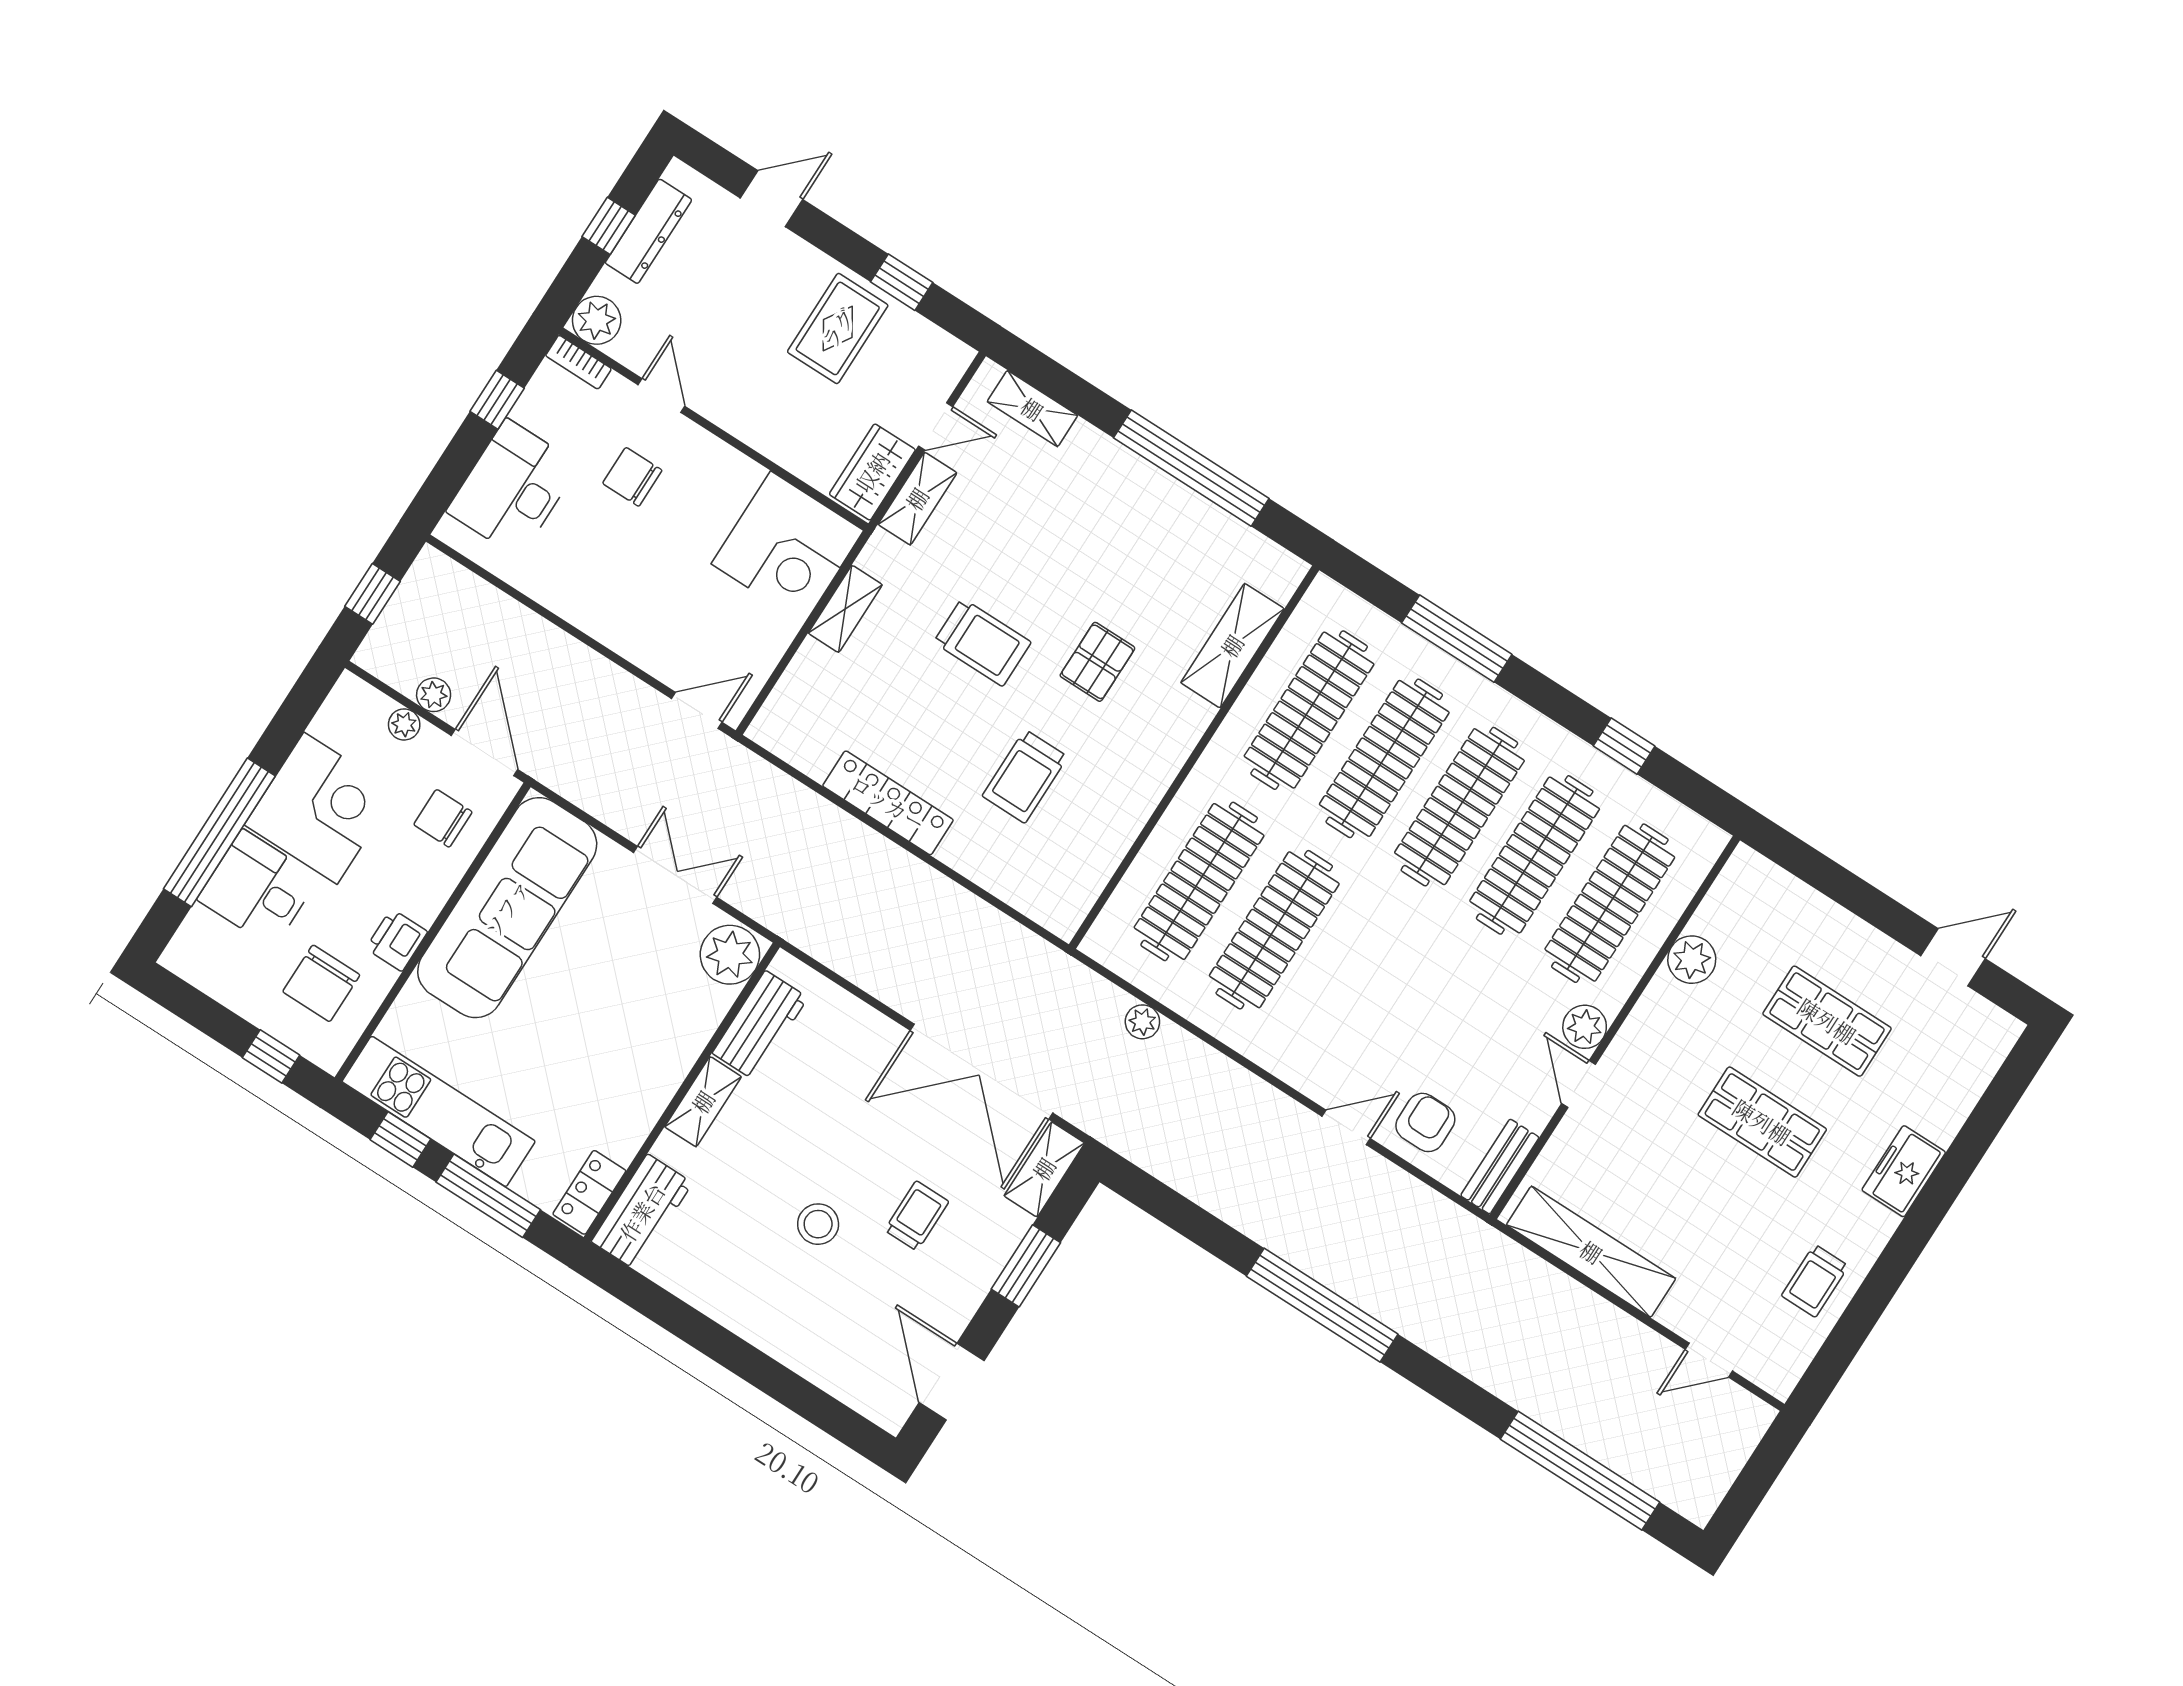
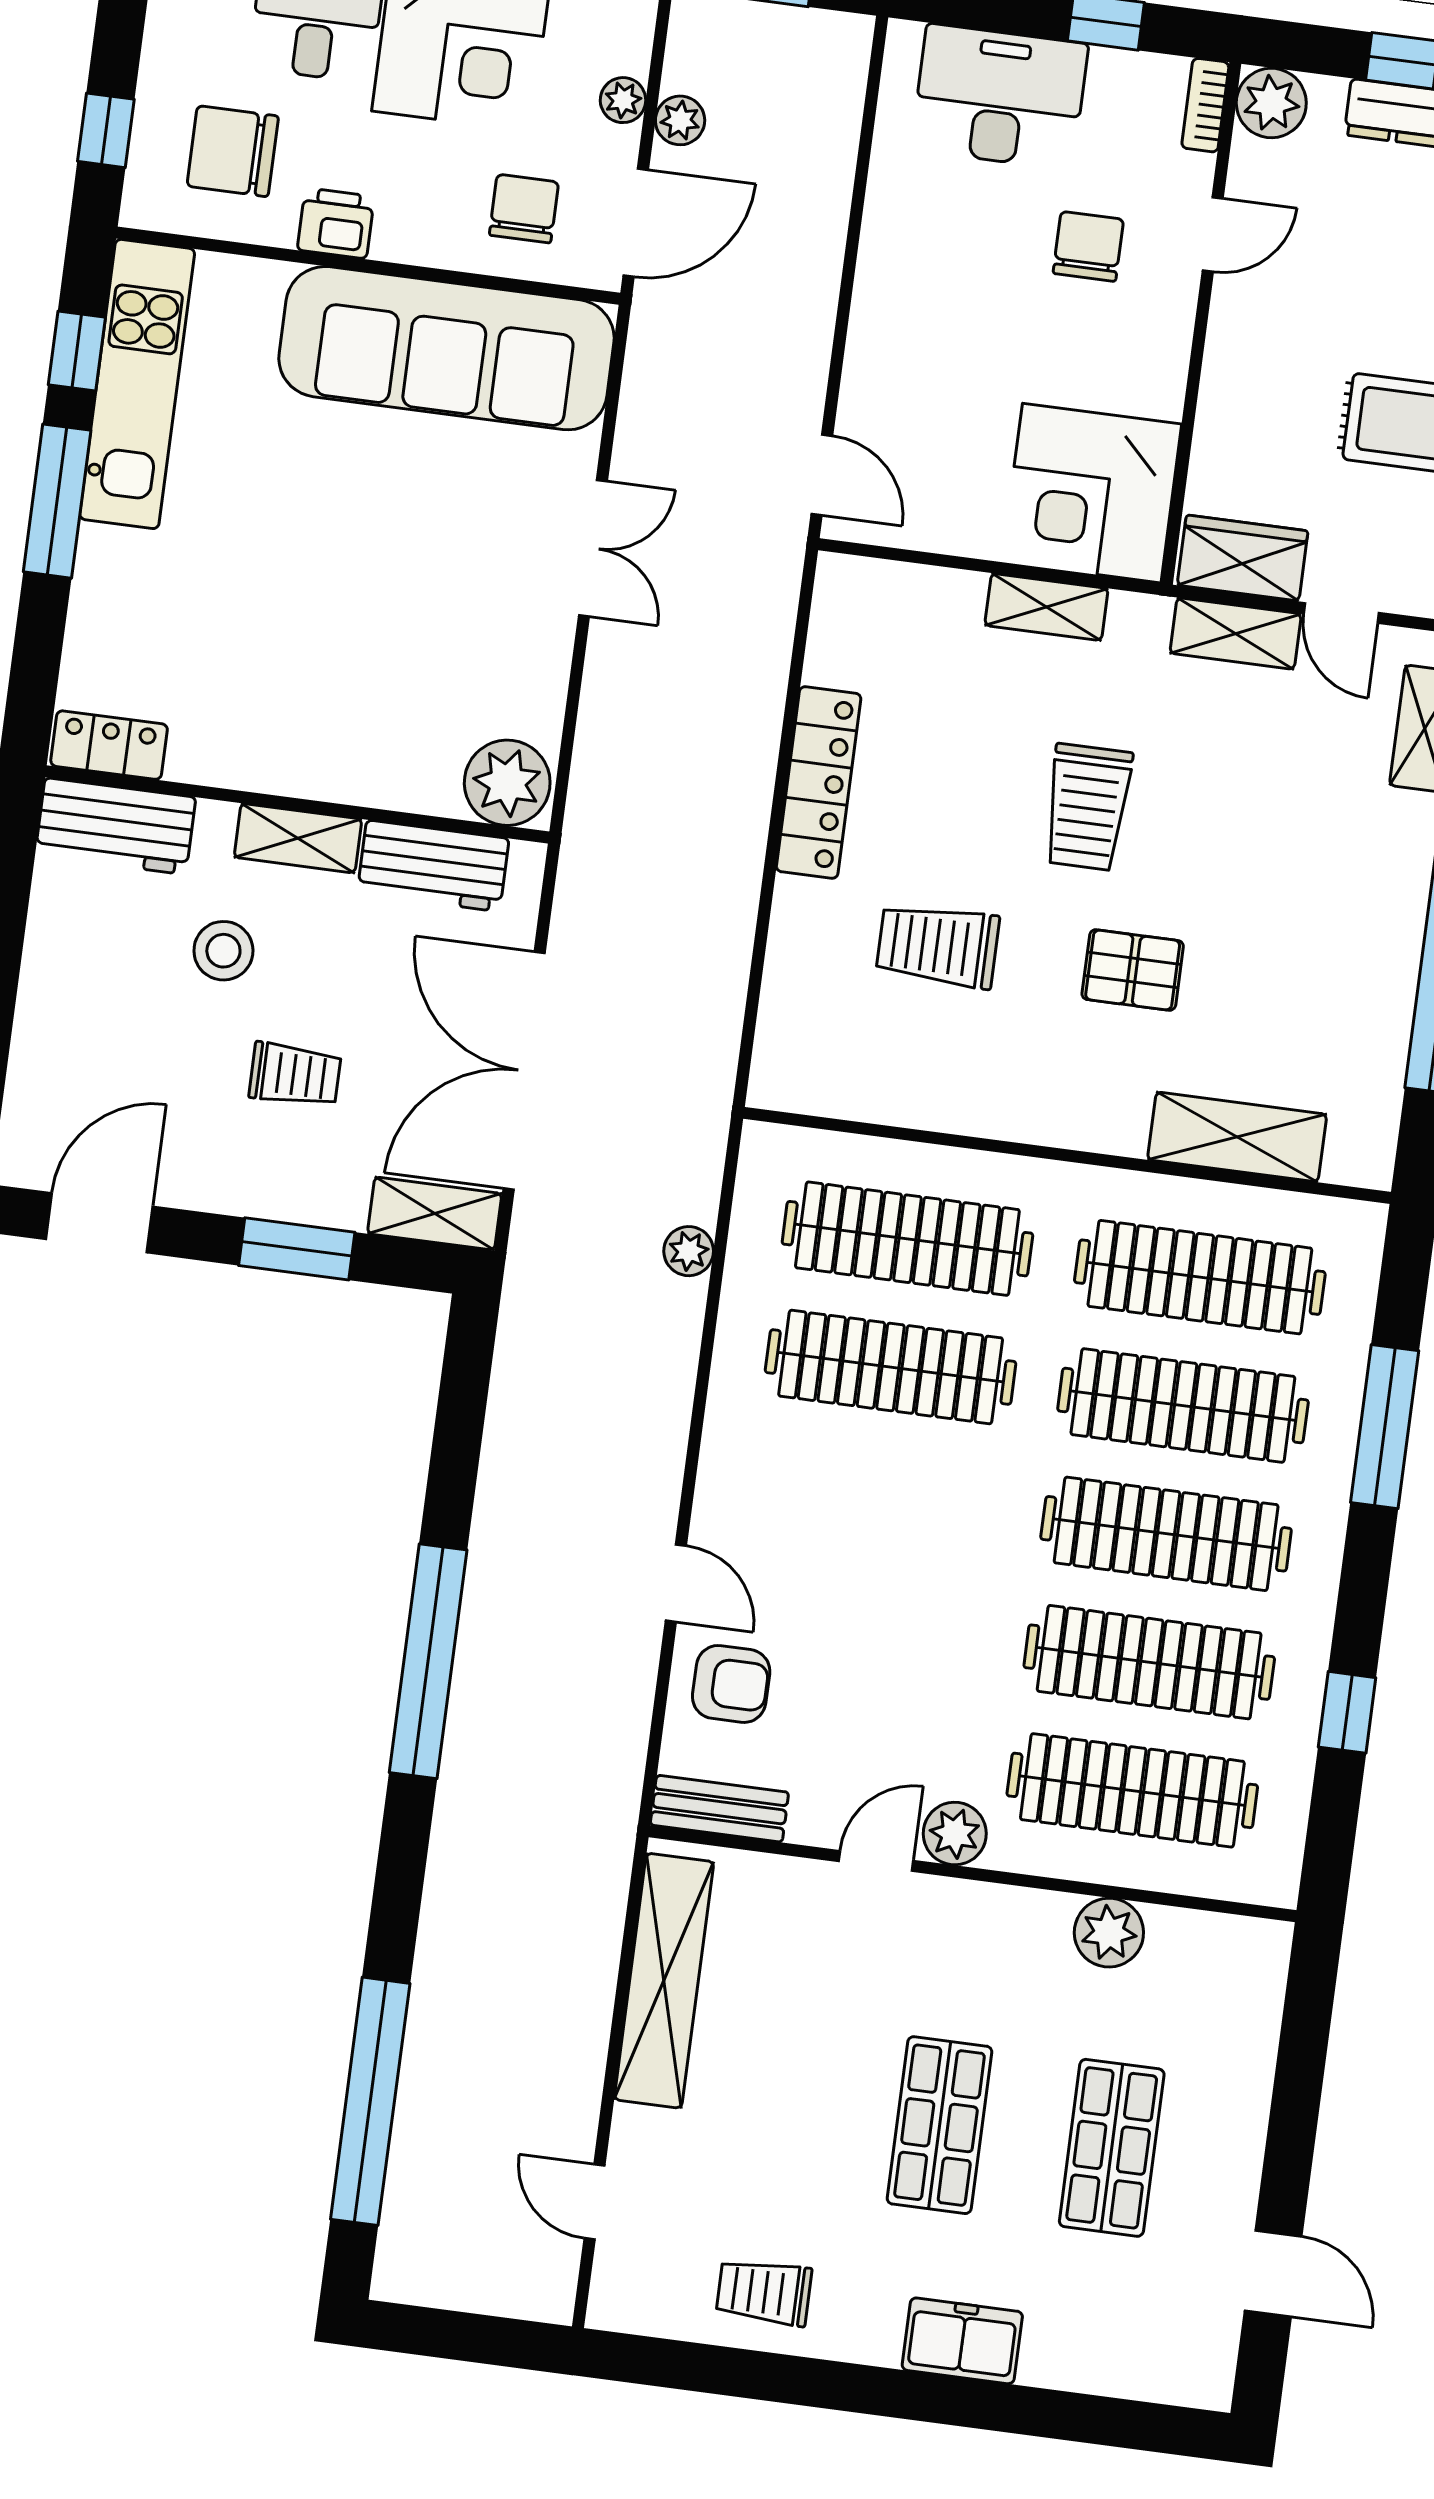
plant: (730, 955) -> (507, 783), moved
workbench: (760, 1025) -> (433, 866), moved
wall: (682, 1092) -> (297, 804), moved
shelving: (703, 1102) -> (298, 838), moved
locker: (589, 1192) -> (109, 745), moved
workbench: (642, 1212) -> (115, 826), moved

